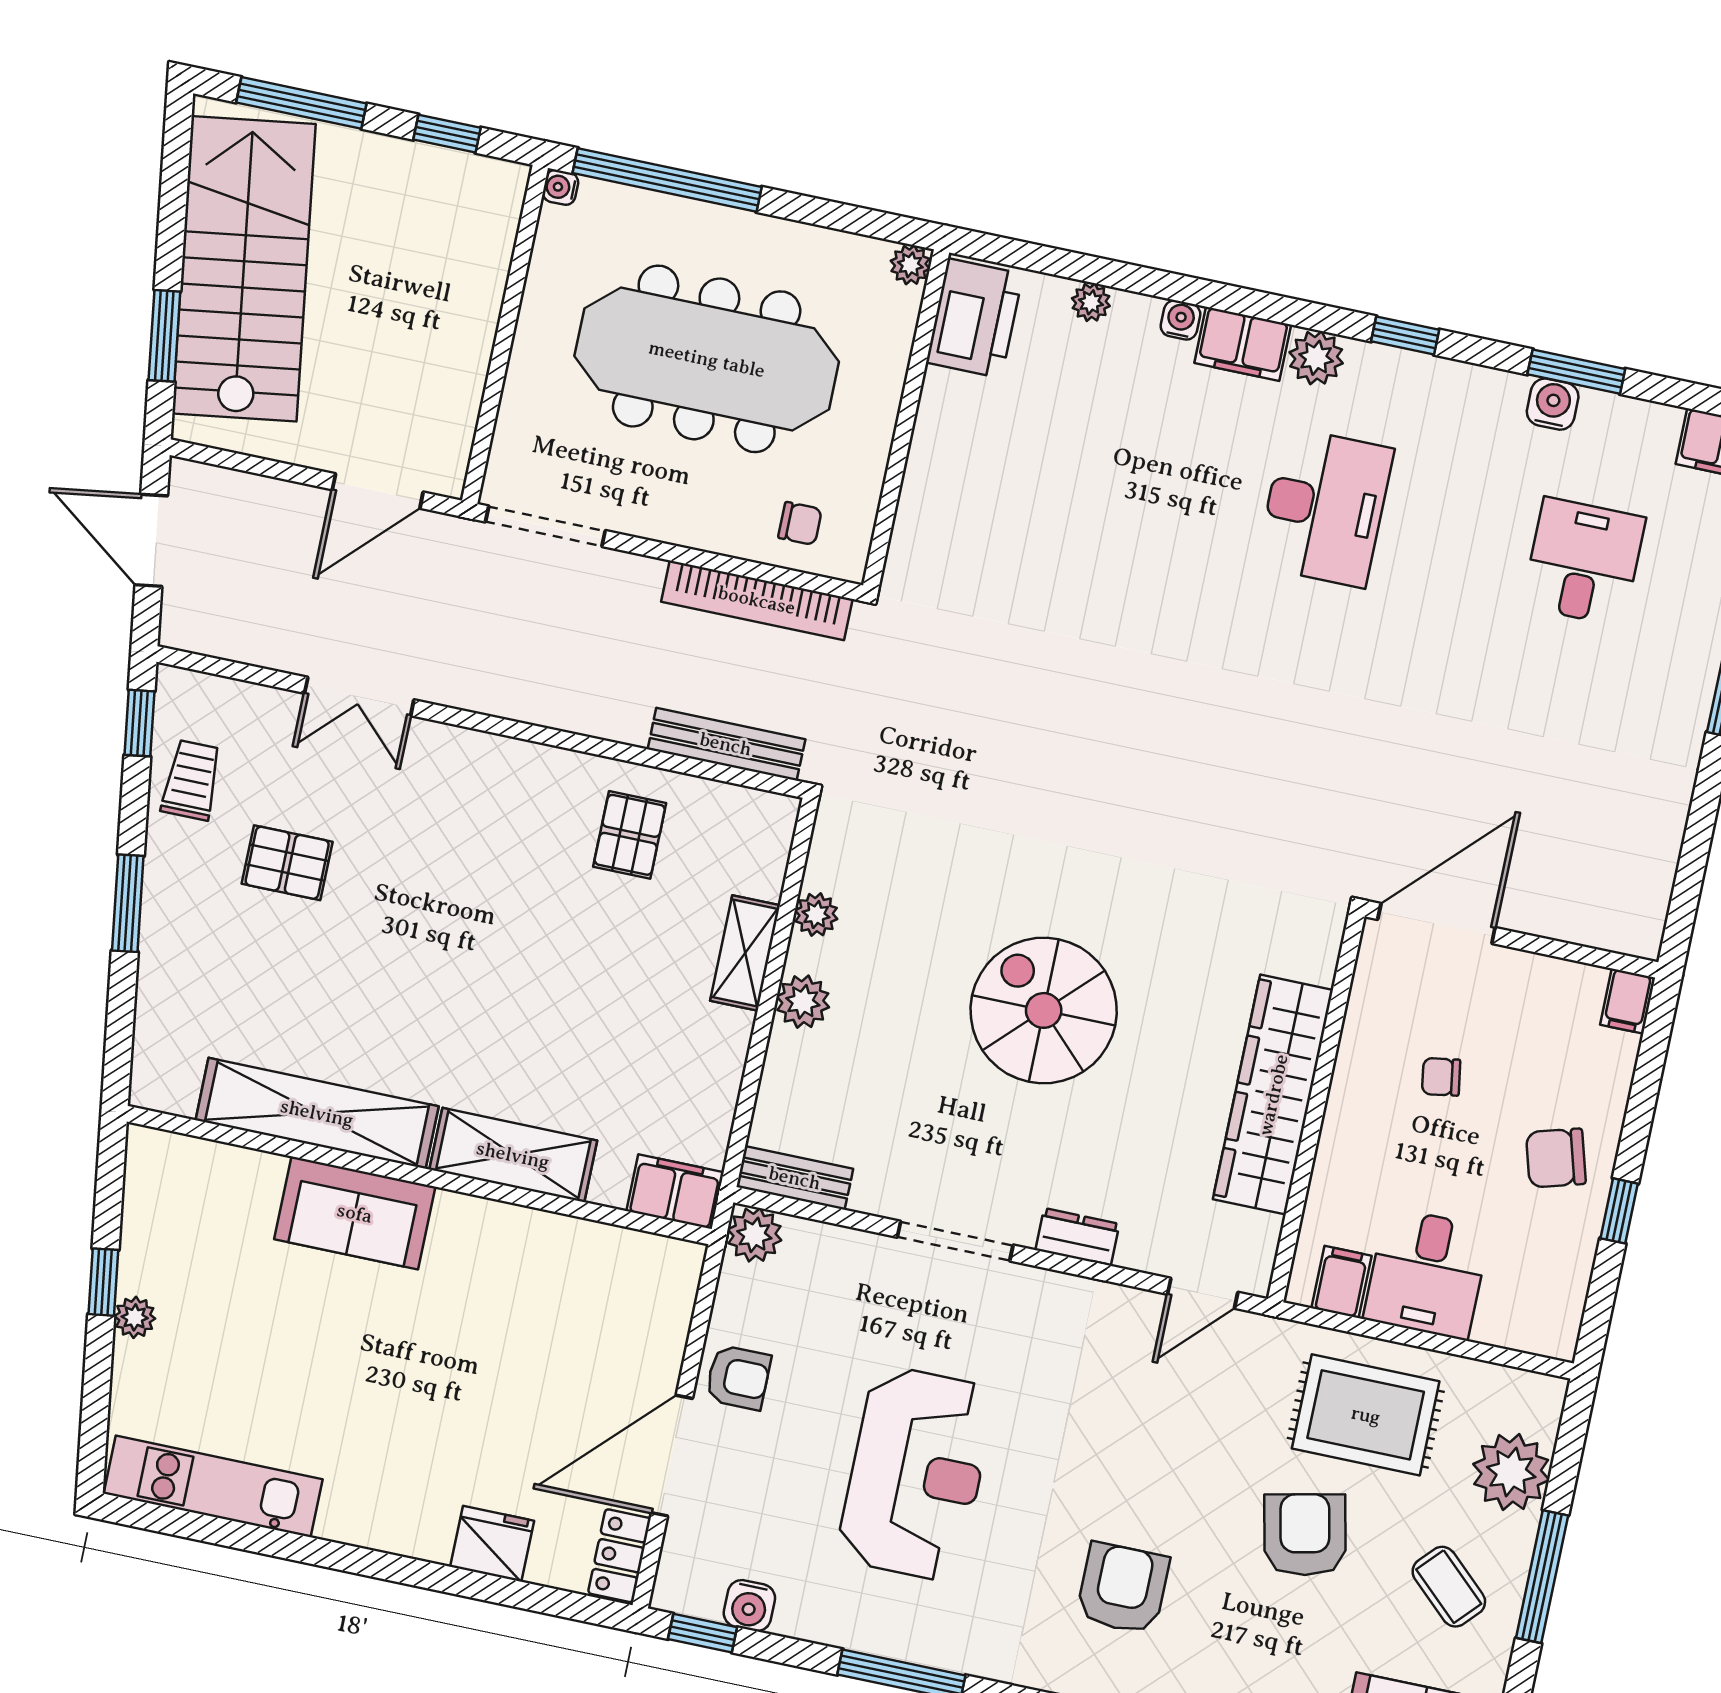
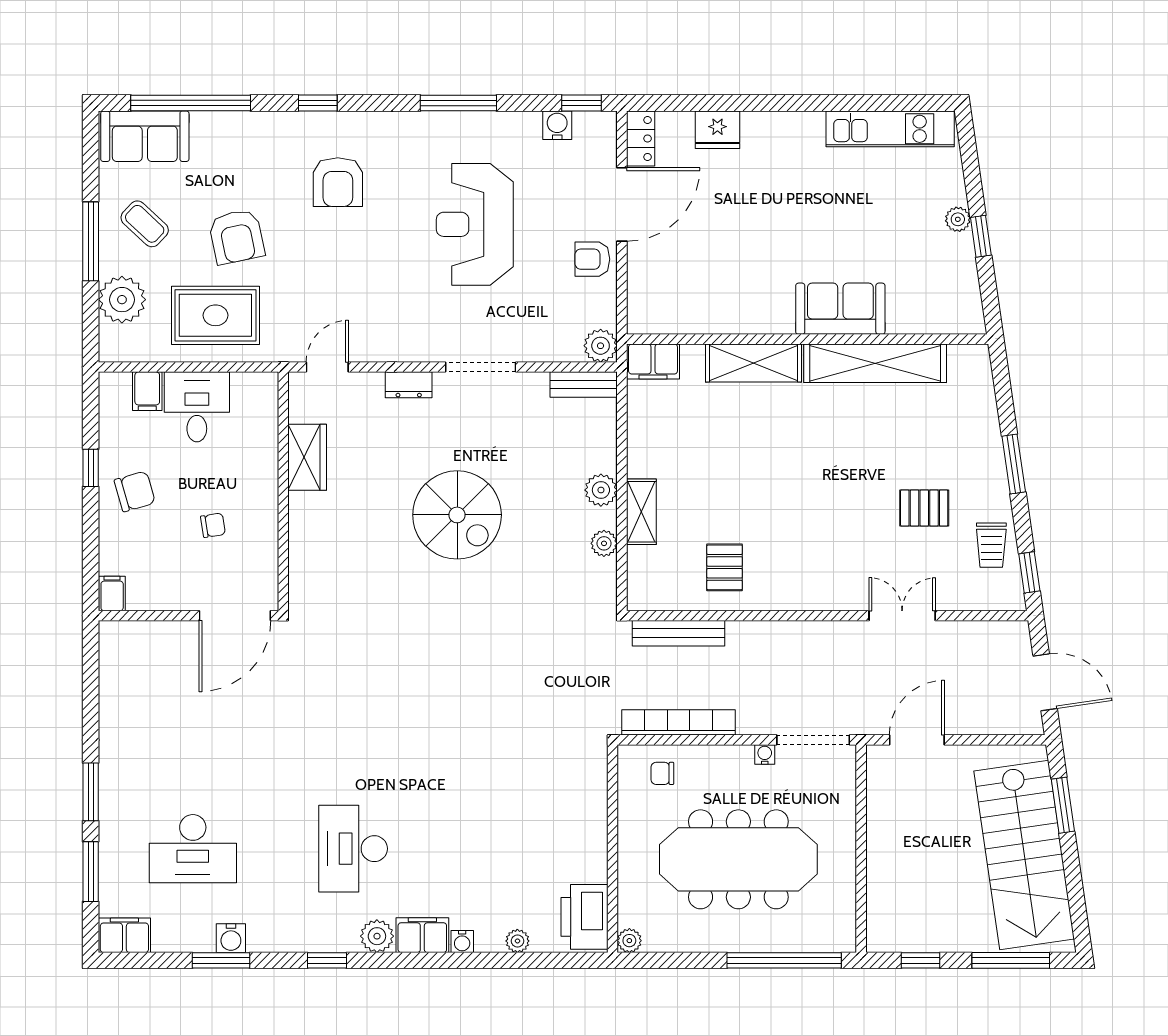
water cooler: (560, 187) -> (765, 754), moved, turned -90
desk: (1584, 562) -> (193, 849), width x1.37
wardrobe: (1273, 1095) -> (307, 457), width x0.48, depth x0.85
filing cabinet: (1341, 1282) -> (147, 391), moved

